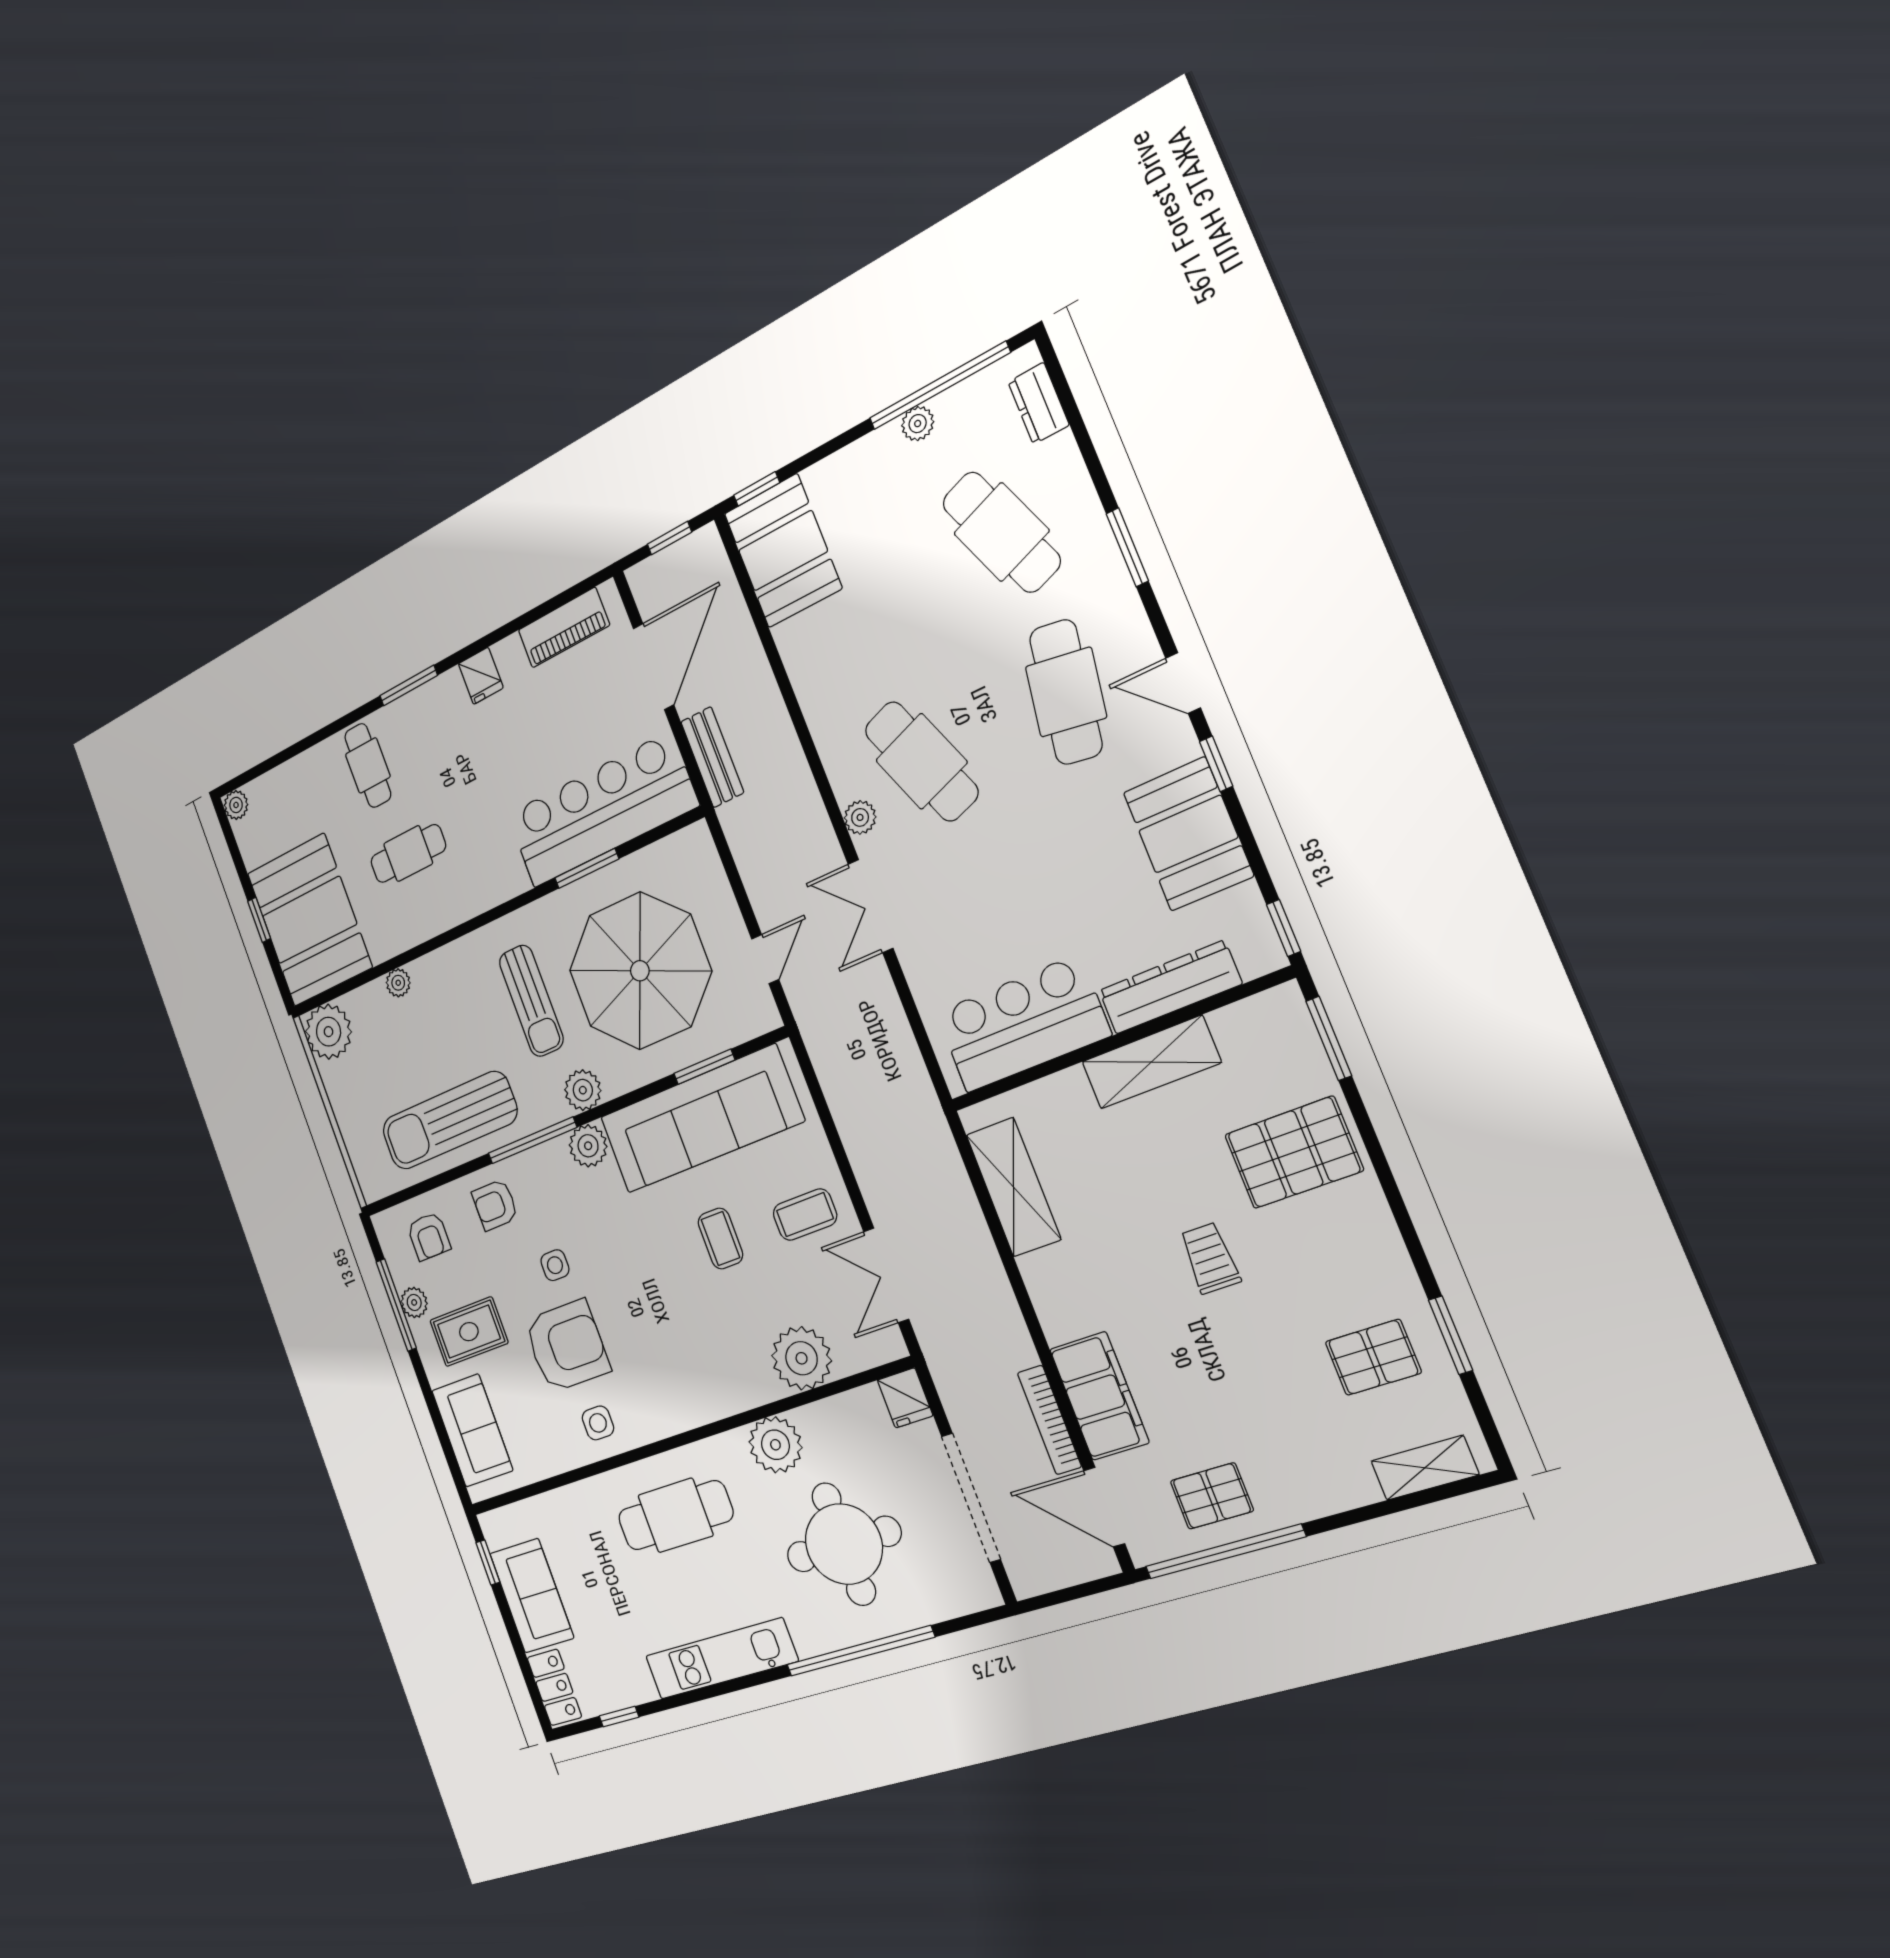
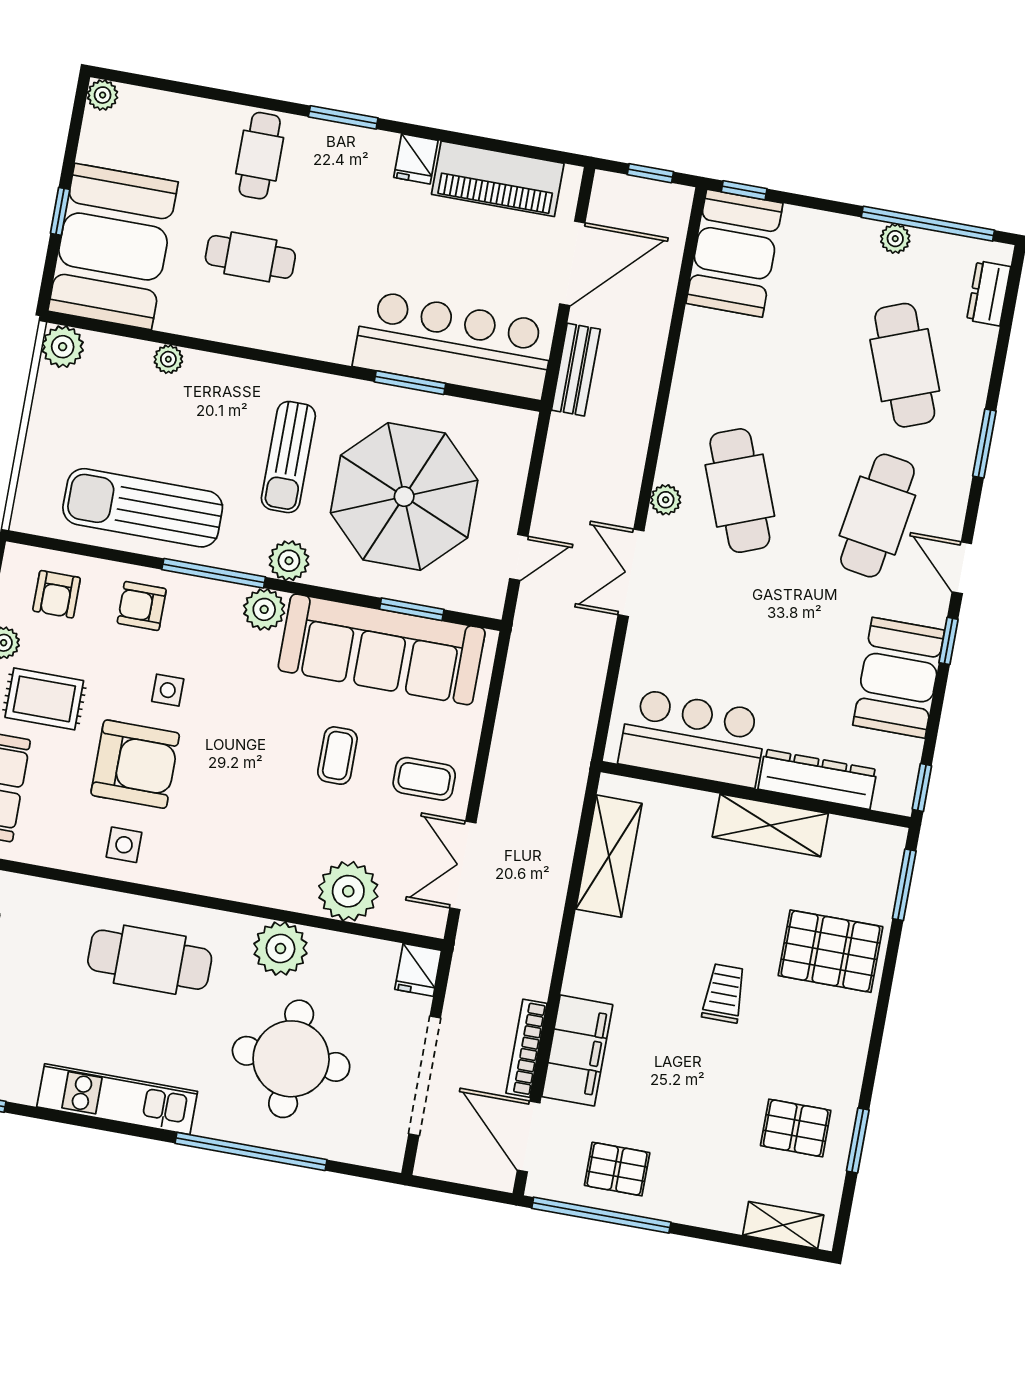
piano: (564, 628) -> (498, 179), width x1.37, depth x1.33
plant: (328, 1032) -> (63, 347), width x0.73, depth x0.73

